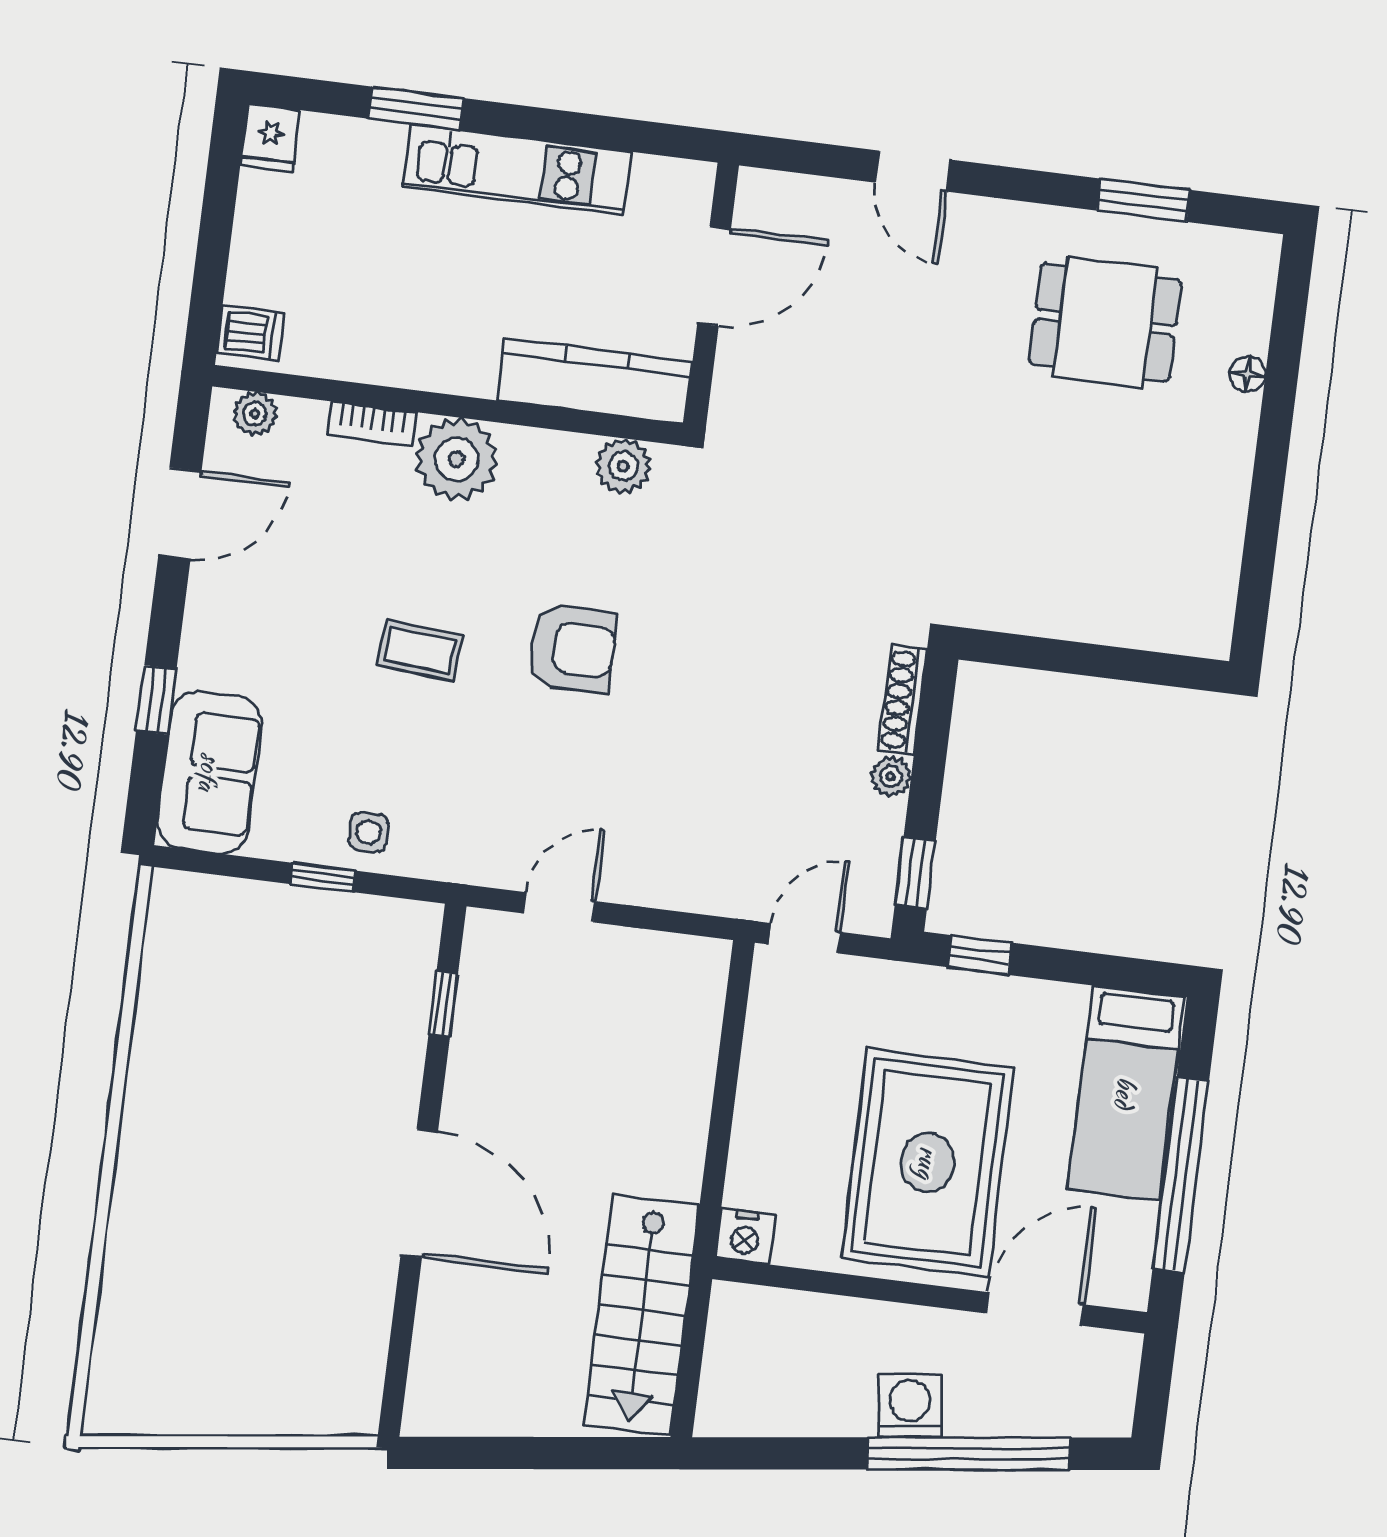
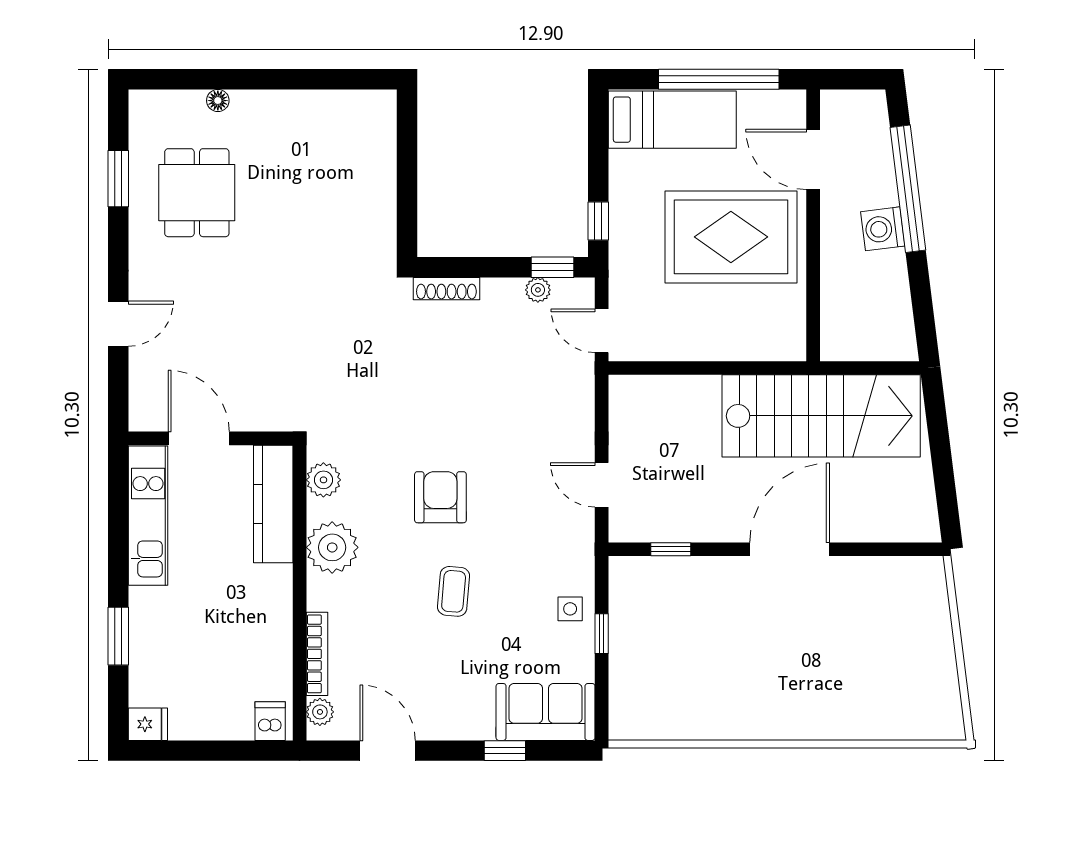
kitchen unit: (517, 169) -> (148, 516), moved
bookcase: (372, 424) -> (317, 654), width x1.56
plant: (457, 459) -> (332, 547), moved
plant: (891, 777) -> (538, 290), moved
nightstand: (745, 1236) -> (791, 344), removed
stairs: (642, 1315) -> (821, 416), width x1.36, depth x1.51

